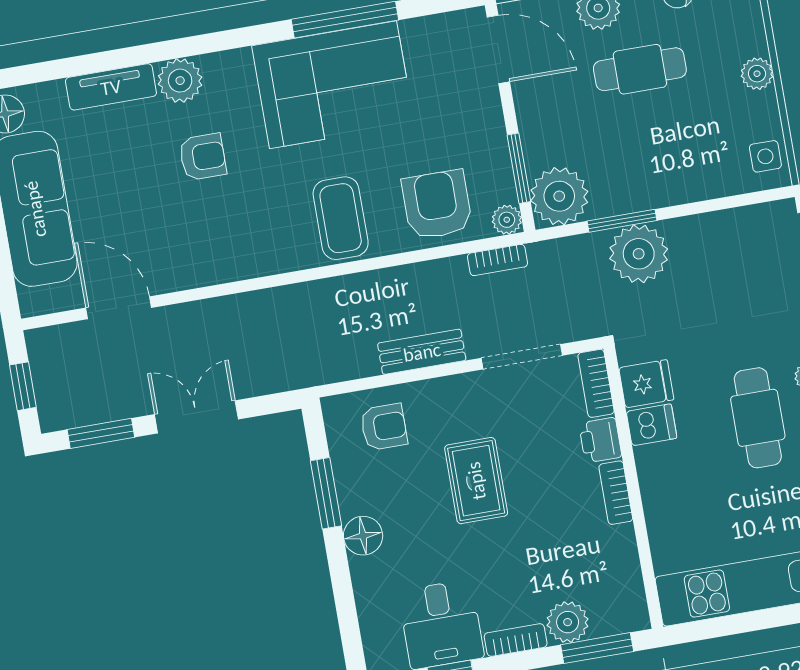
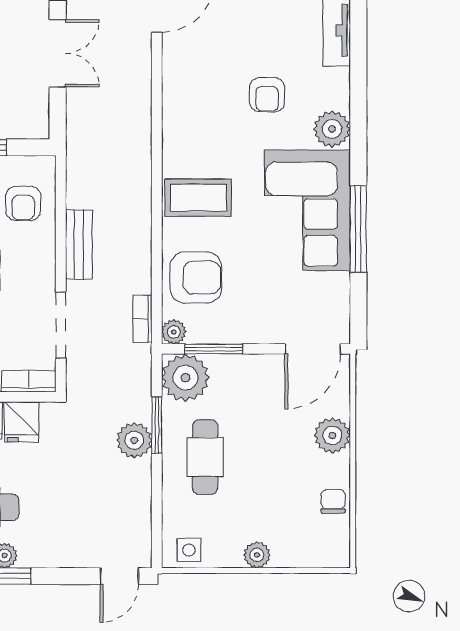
cafe table: (640, 69) -> (205, 457), moved
plant: (180, 81) -> (332, 129), moved
plant: (639, 254) -> (134, 440), width x0.73, depth x0.73

